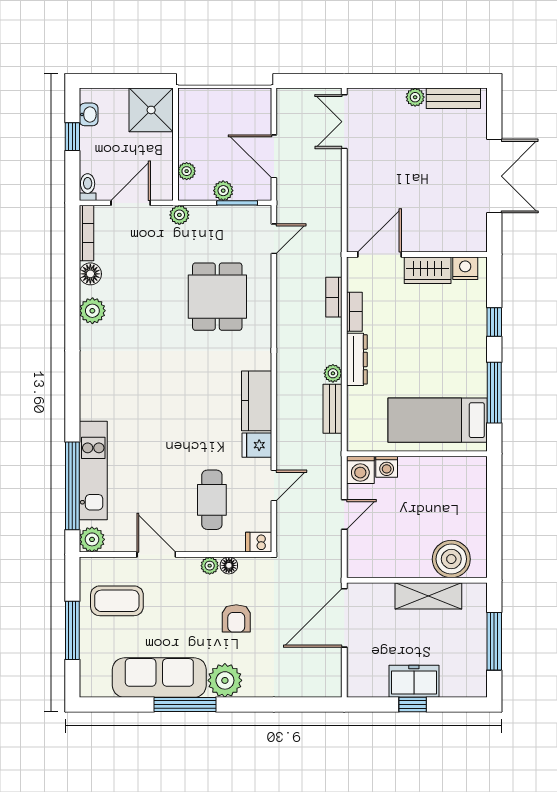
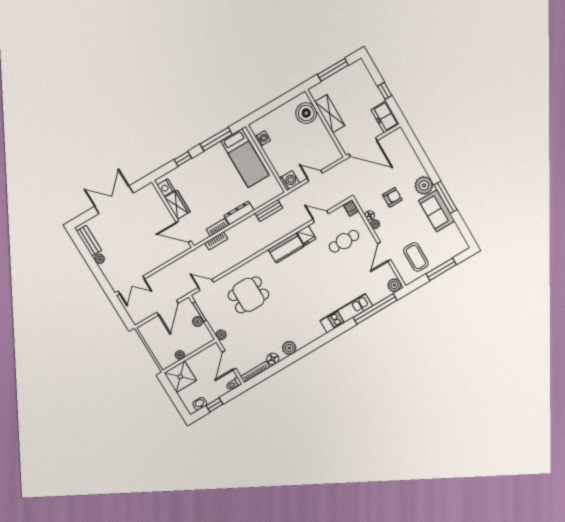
plant: (187, 171) -> (180, 355), moved
door: (131, 203) -> (229, 360), hinge flipped
plant: (333, 373) -> (252, 220), removed
washing machine: (387, 467) -> (263, 138), moved
kitchen unit: (93, 471) -> (346, 313), moved
sofa: (159, 678) -> (437, 211), width x0.73
freezer: (414, 681) -> (385, 117), moved

